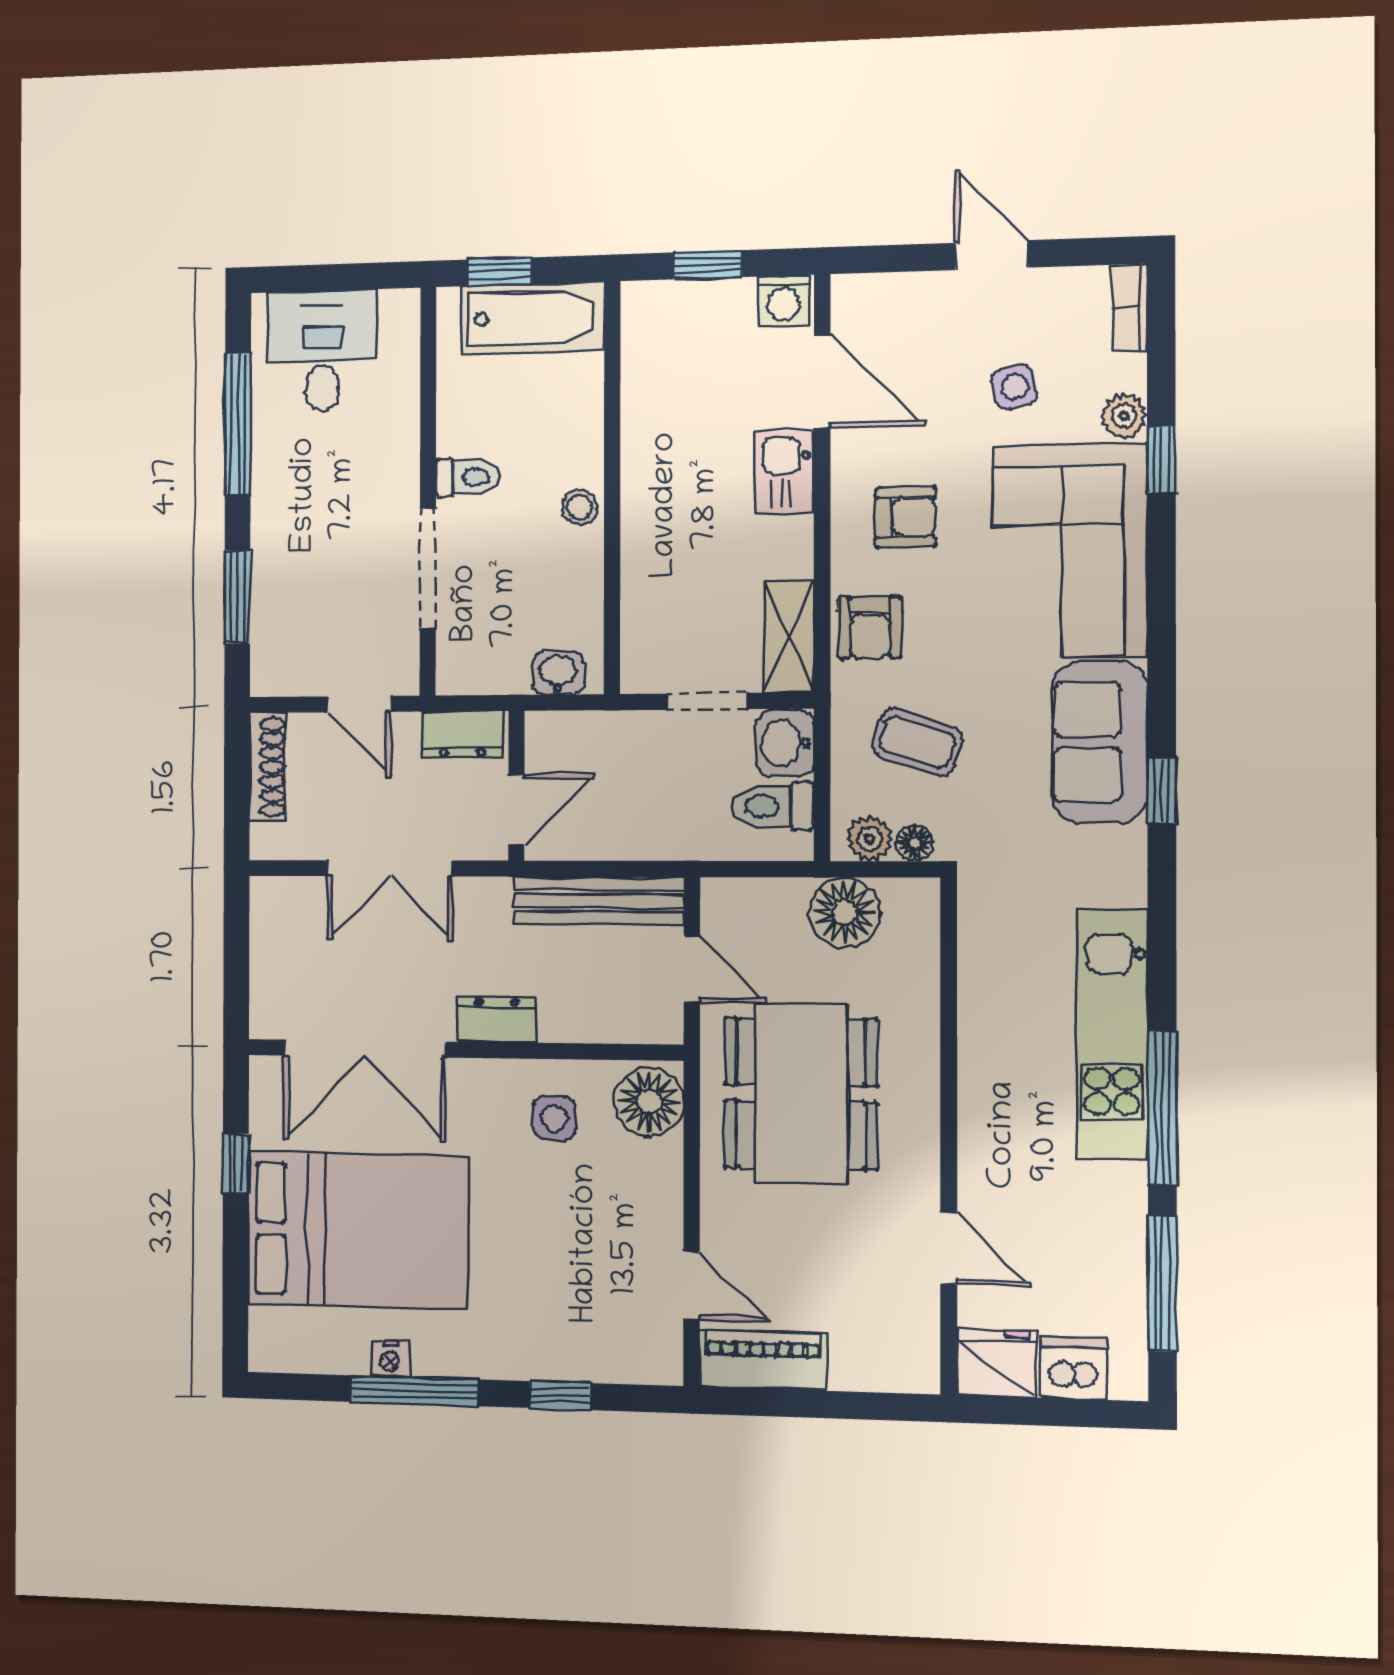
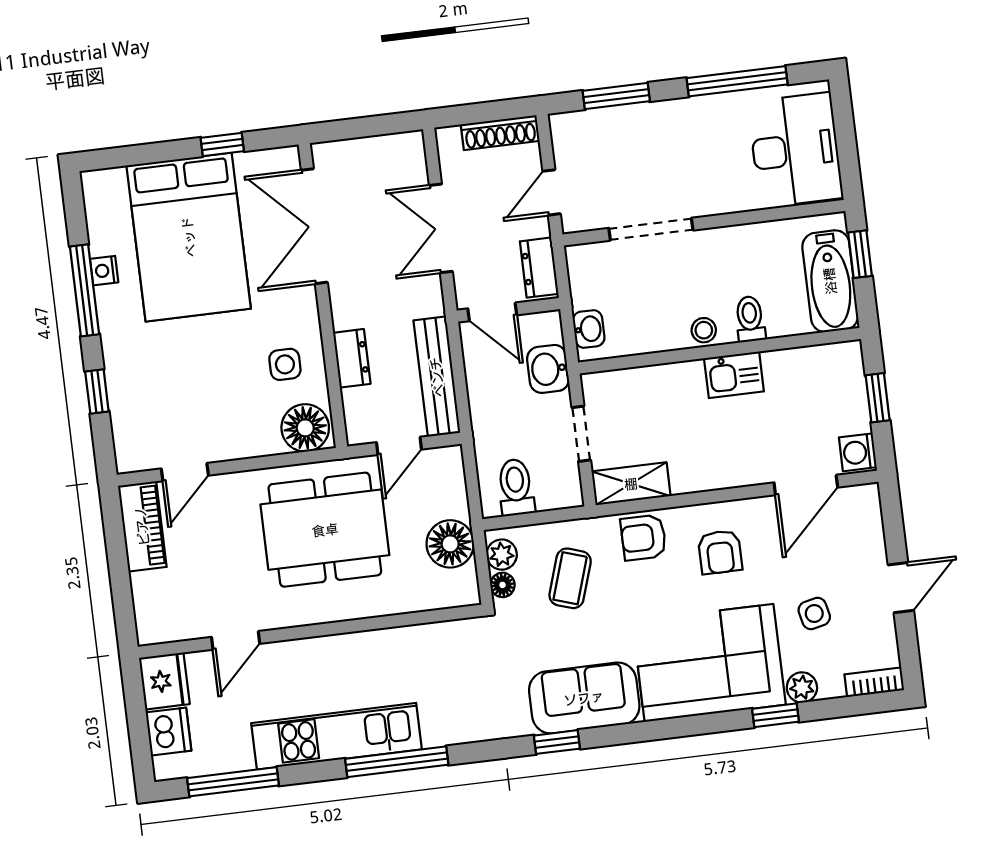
desk: (322, 351) -> (795, 150), width x1.37
kitchen sink: (784, 472) -> (734, 375), moved, turned 180
toilet: (467, 477) -> (750, 319), moved, turned 180
washbasin: (785, 743) -> (548, 369), moved, turned -90
dresser: (497, 1020) -> (352, 358), moved
kitchen unit: (1112, 1034) -> (337, 736), moved
window: (1162, 1108) -> (397, 762), moved

